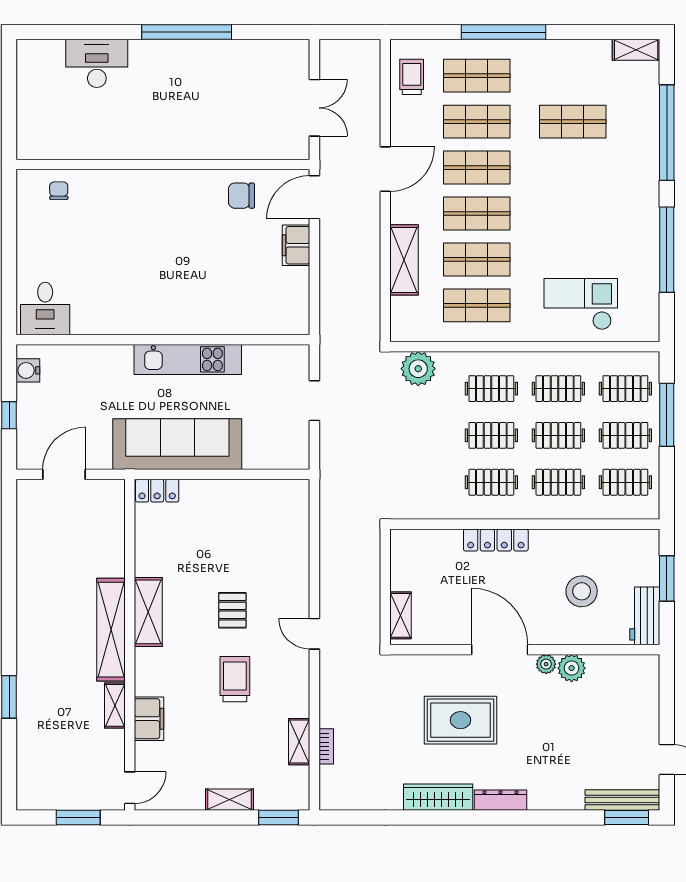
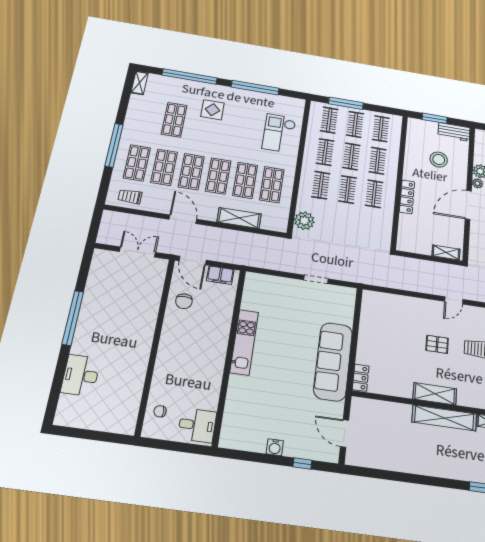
display table: (606, 183) -> (212, 110), added
desk: (45, 309) -> (197, 425), moved
wall: (163, 340) -> (229, 355), moved
kitchen unit: (188, 359) -> (244, 342), moved

